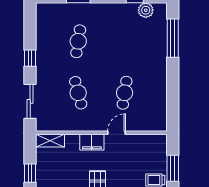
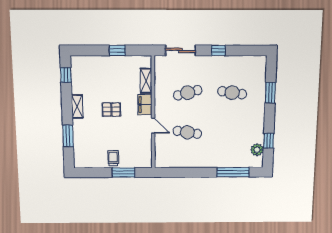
shelving: (50, 141) -> (146, 81), moved

